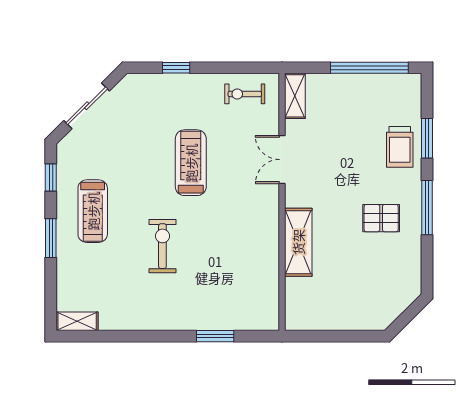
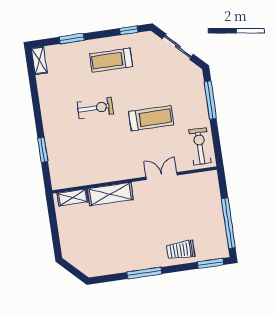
window: (176, 68) -> (210, 100), width x2.17
exercise bike: (245, 94) -> (200, 146), width x1.38, depth x1.39
shelving: (295, 96) -> (73, 197), moved
window: (427, 138) -> (210, 263), moved
pallet: (381, 218) -> (133, 245), removed
window: (51, 238) -> (72, 39), moved

